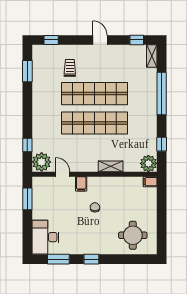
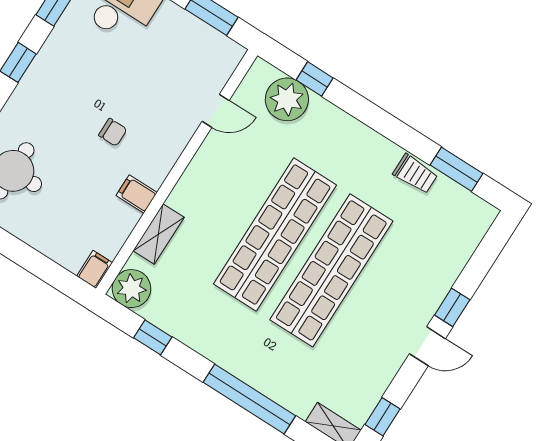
window: (51, 40) -> (452, 307), moved
trolley: (70, 68) -> (415, 174), moved
plant: (42, 162) -> (287, 99), moved
shelving: (111, 166) -> (159, 234), moved
filing cabinet: (81, 184) -> (137, 194), moved

